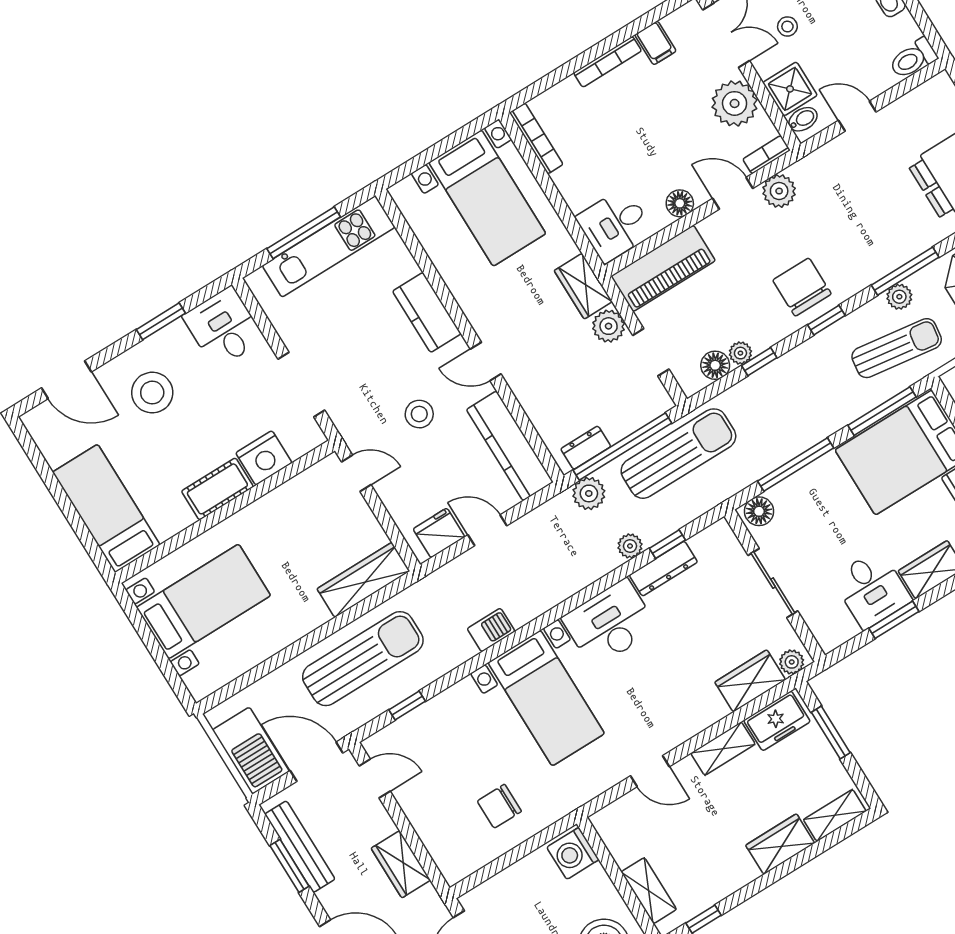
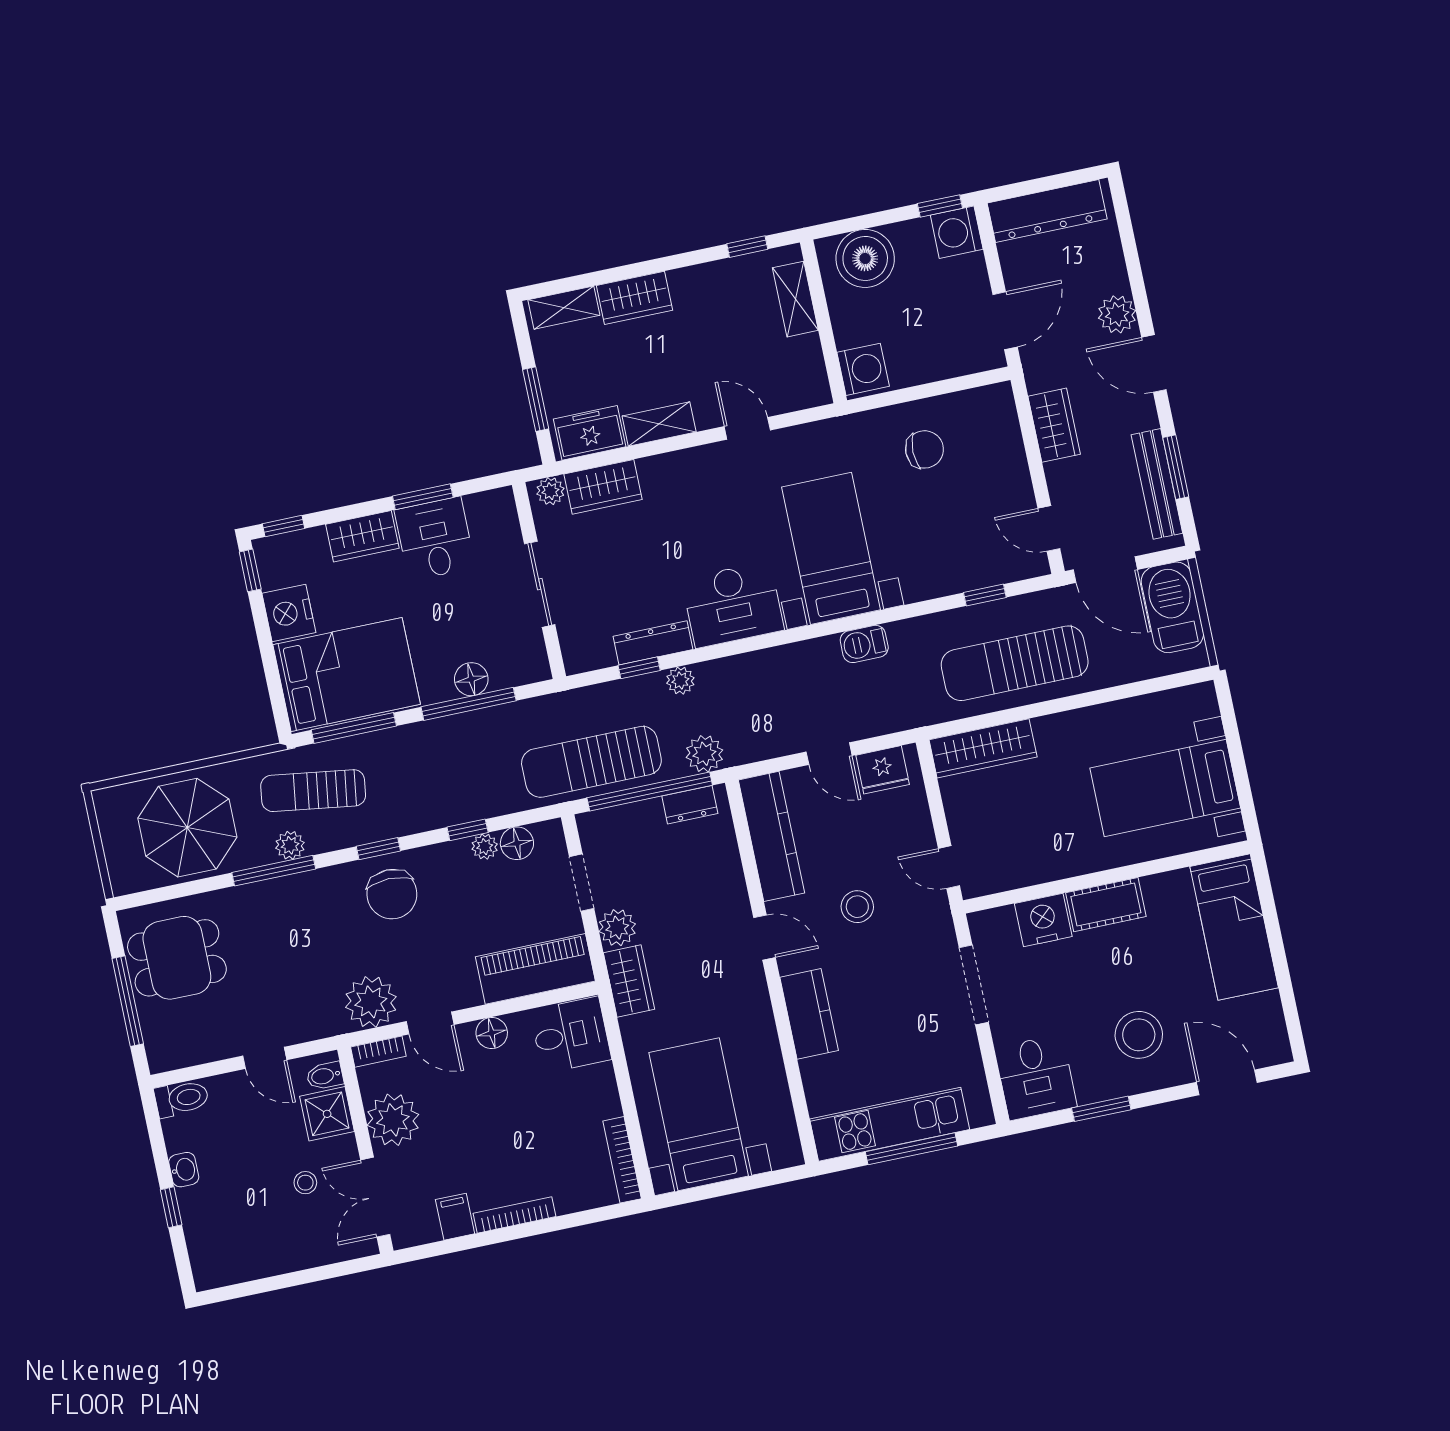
plant: (779, 191) -> (371, 1002), width x1.36, depth x1.36
floor lamp: (759, 511) -> (471, 679), moved

